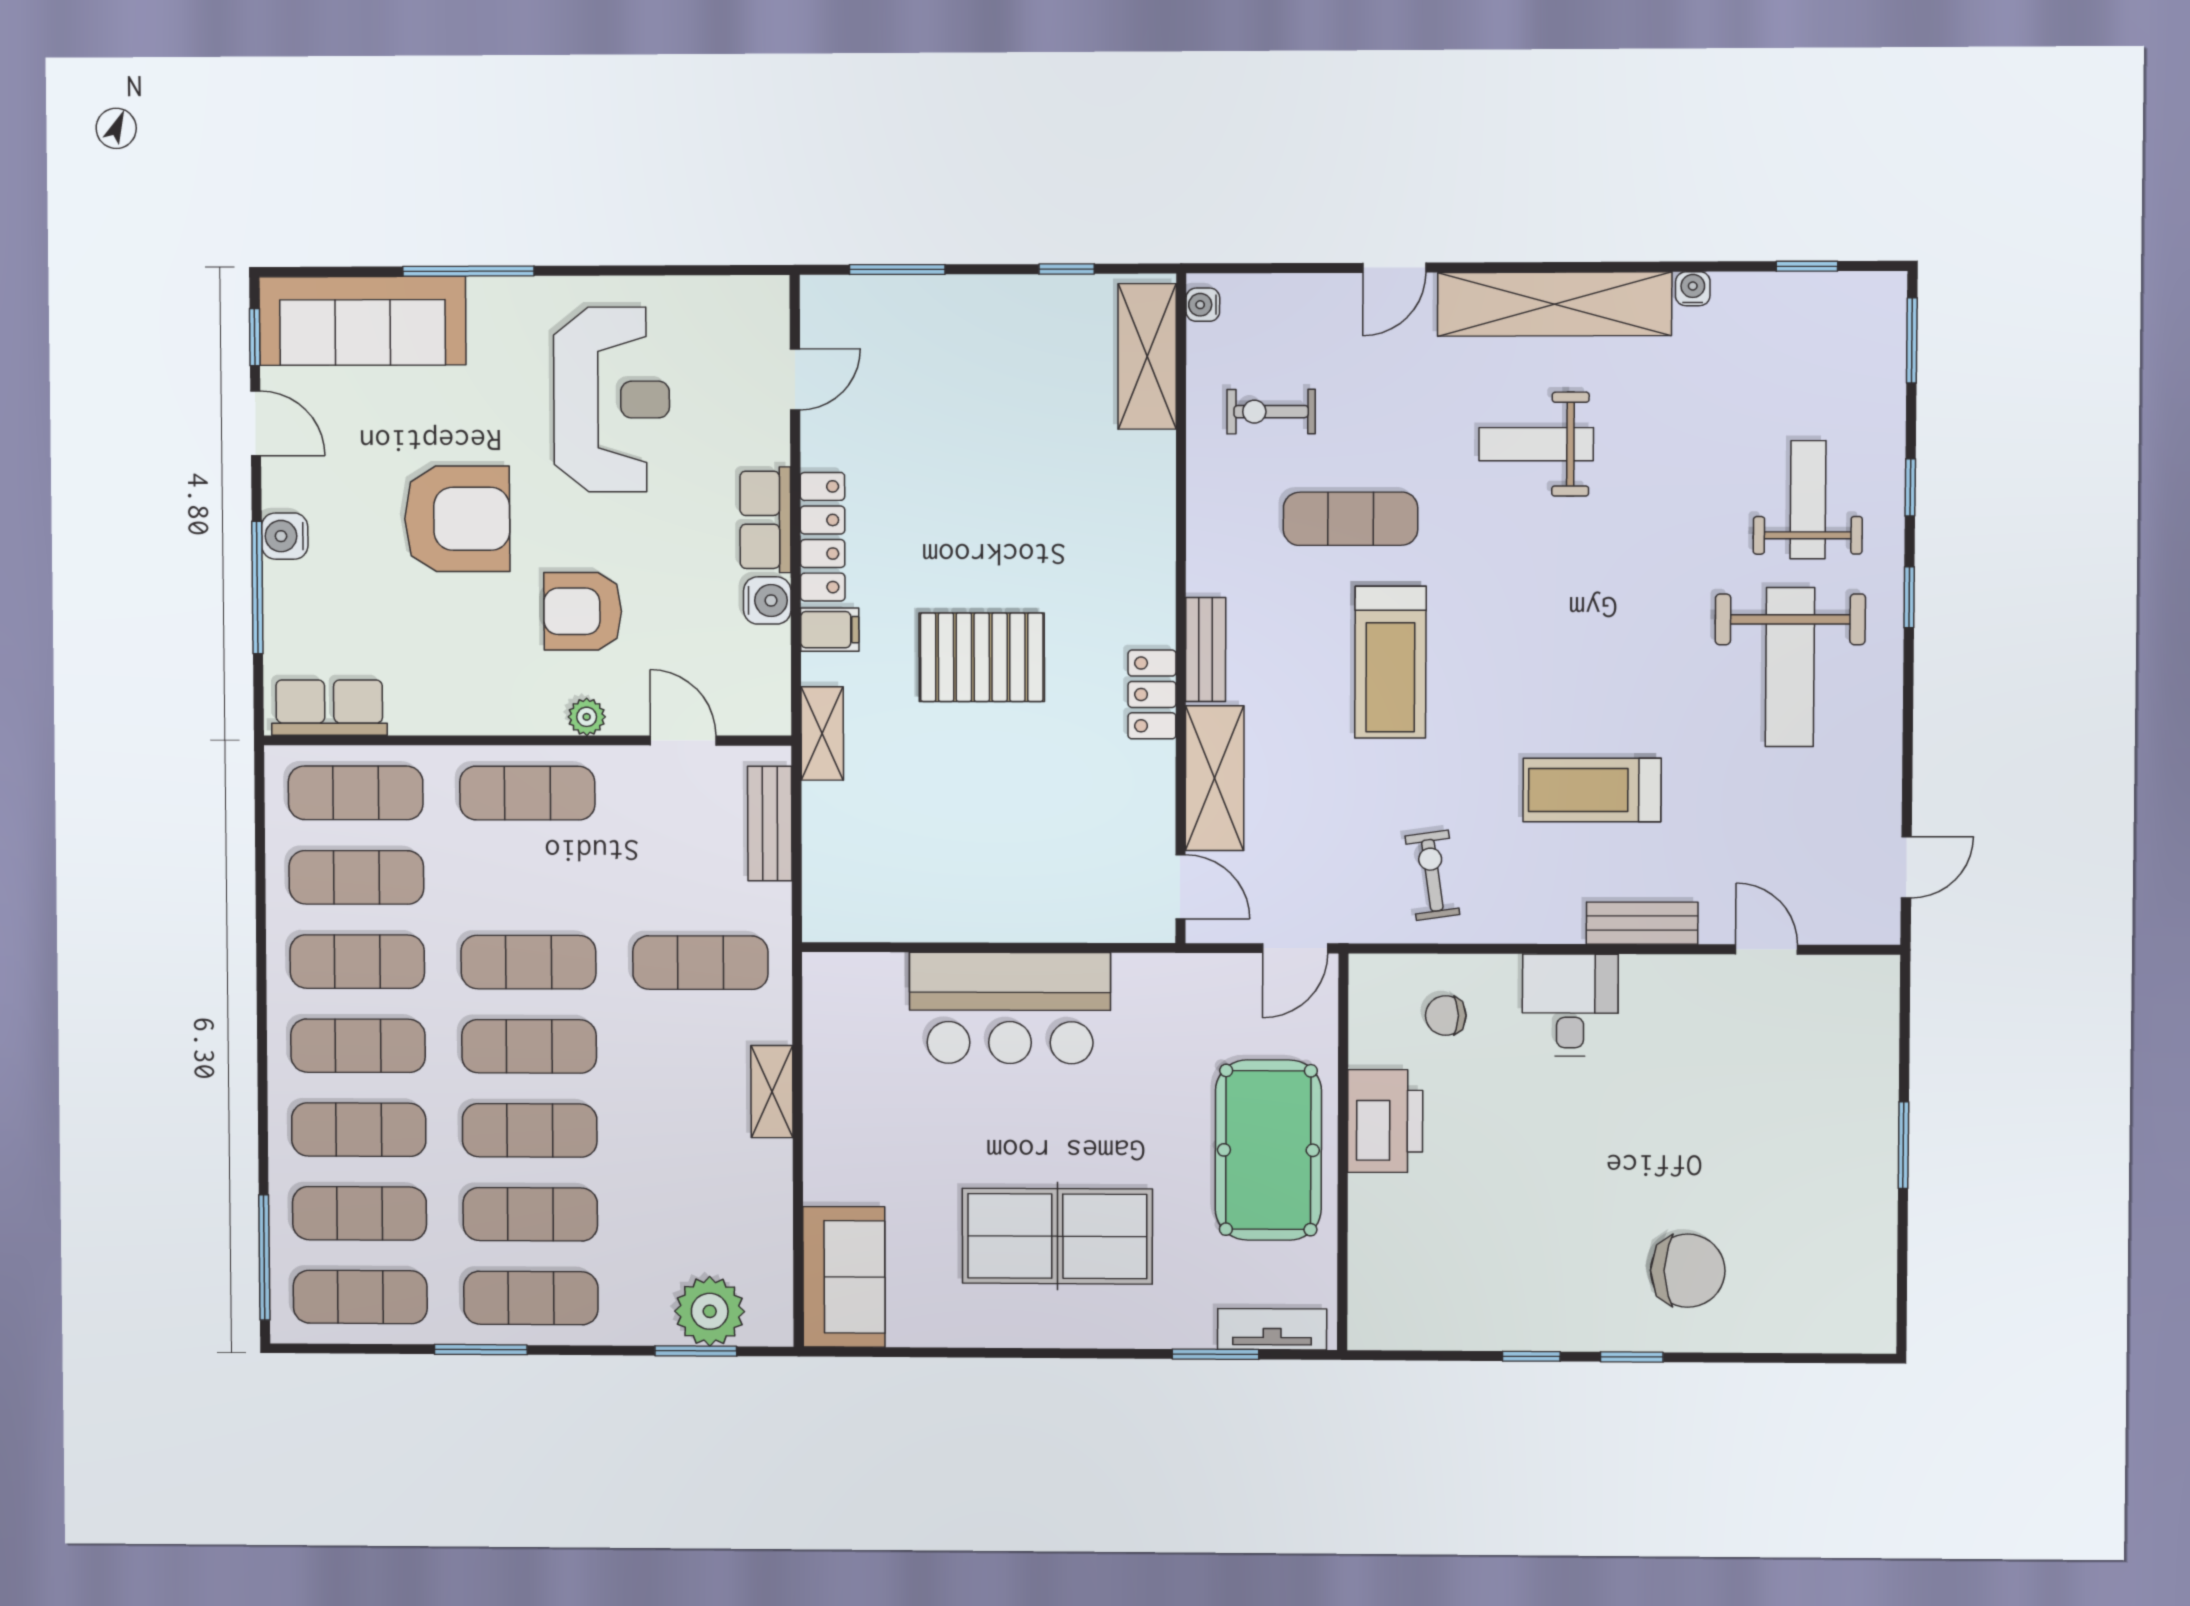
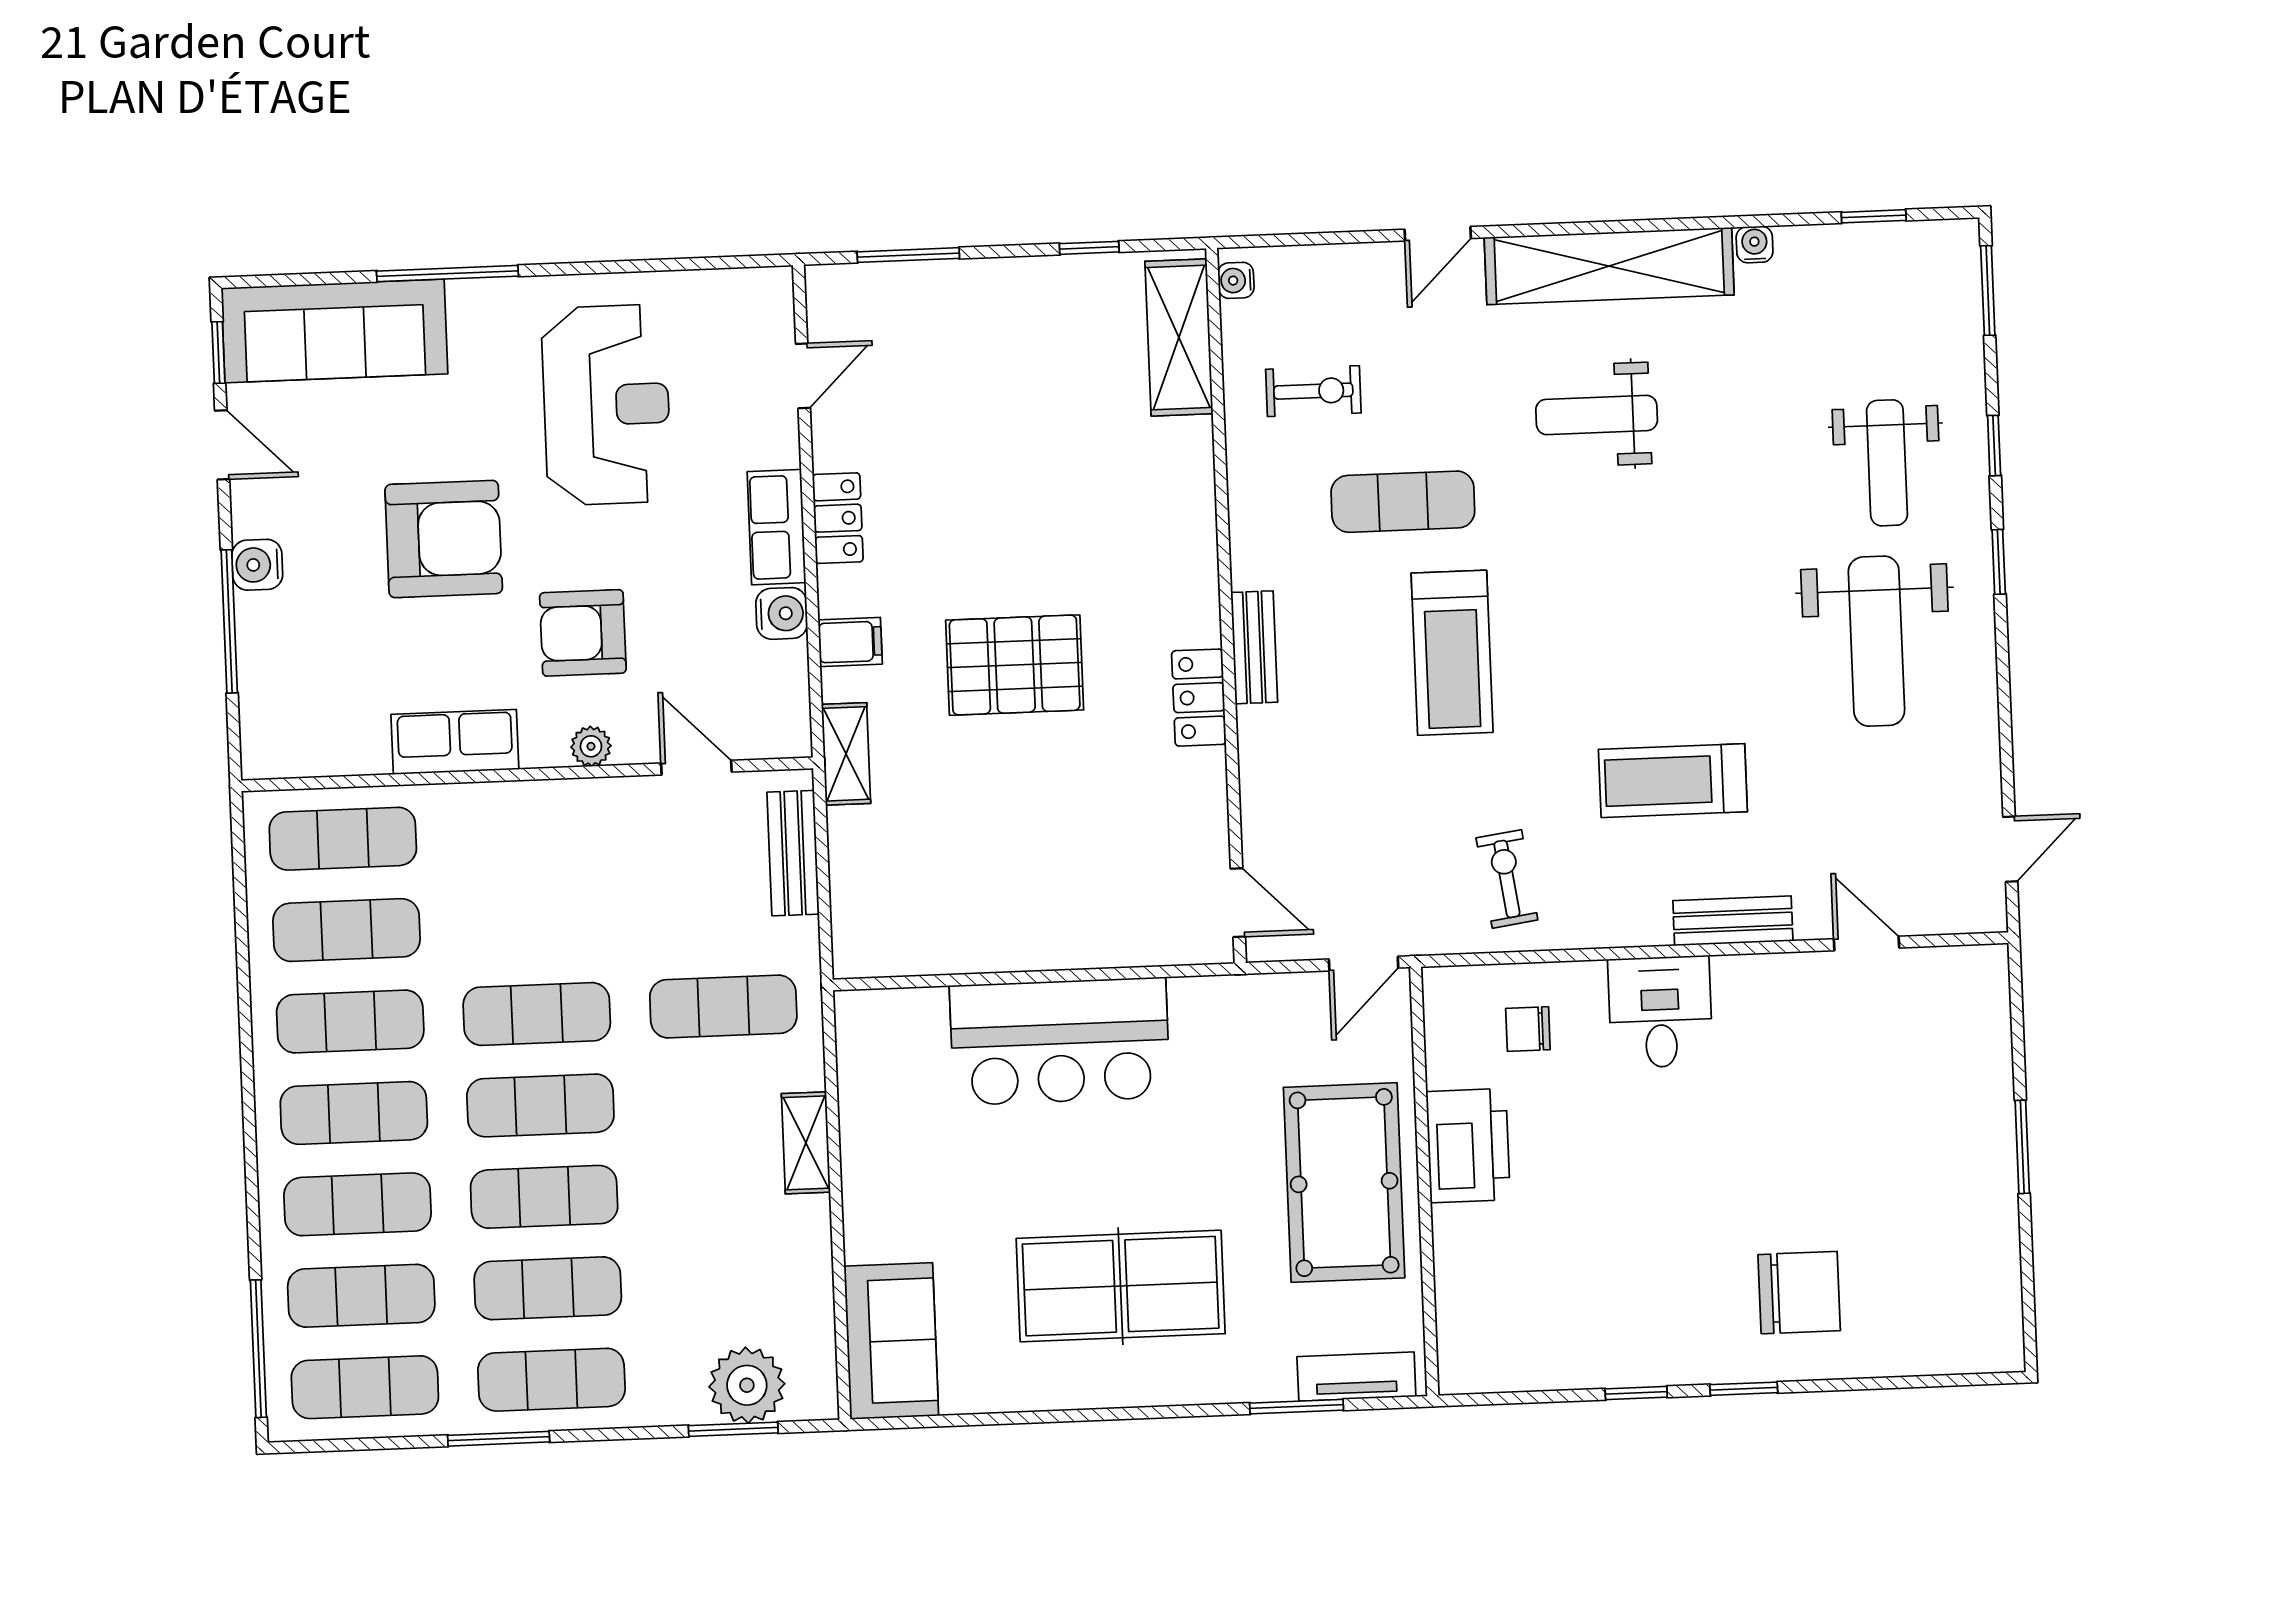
exercise bike: (1271, 412) -> (1313, 391), turned 180
weight bench: (1808, 500) -> (1887, 463), turned 180
locker: (823, 537) -> (838, 518), width x0.66
row of seats: (329, 708) -> (455, 742), moved
shelving: (1215, 778) -> (1270, 785), removed
exercise mat: (527, 793) -> (529, 831), removed

